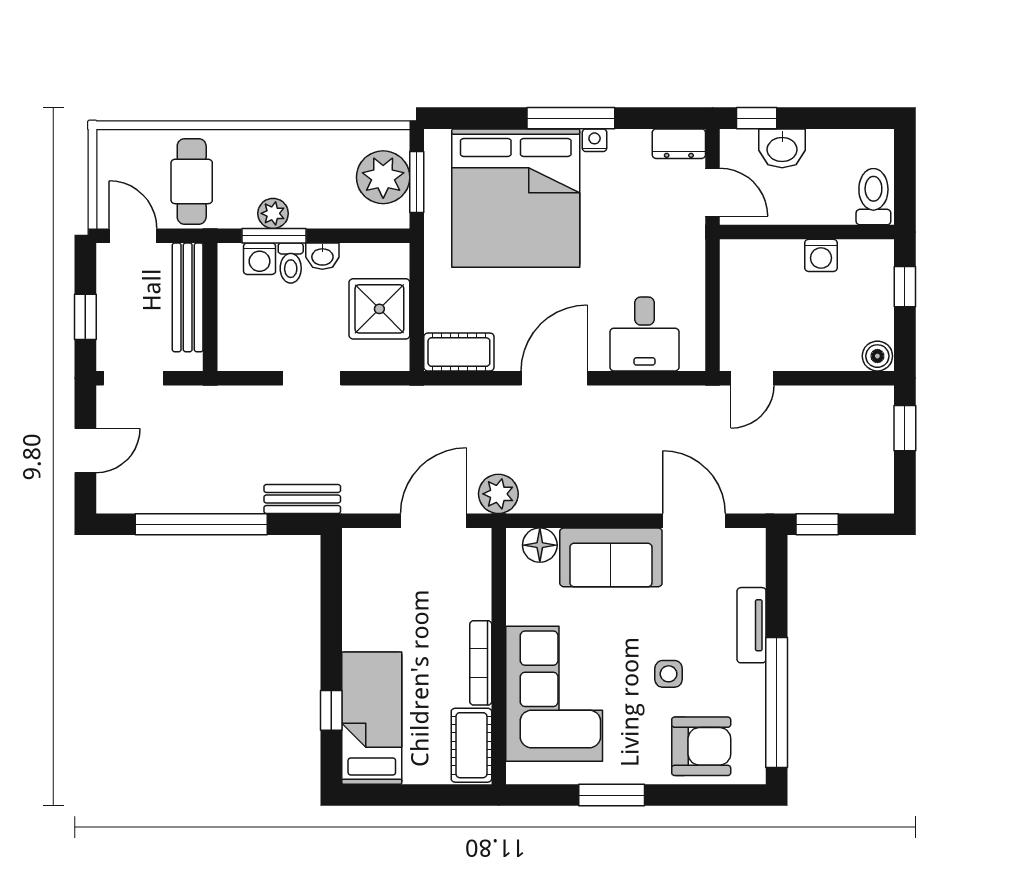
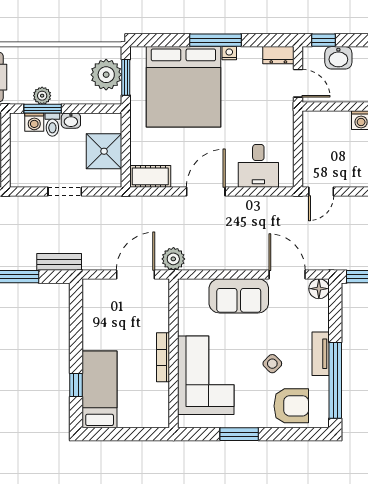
floor lamp: (540, 545) -> (319, 289), moved
tv unit: (752, 625) -> (321, 354), moved
side table: (669, 674) -> (272, 364), turned 45
cot: (471, 745) -> (158, 405), removed

